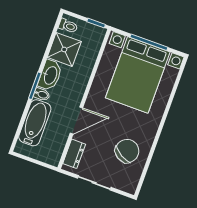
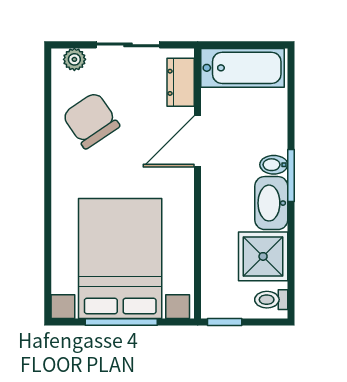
bathtub: (35, 123) -> (243, 68), moved, turned -90
chair: (127, 151) -> (91, 120), turned 115
plant: (124, 185) -> (74, 59), added

